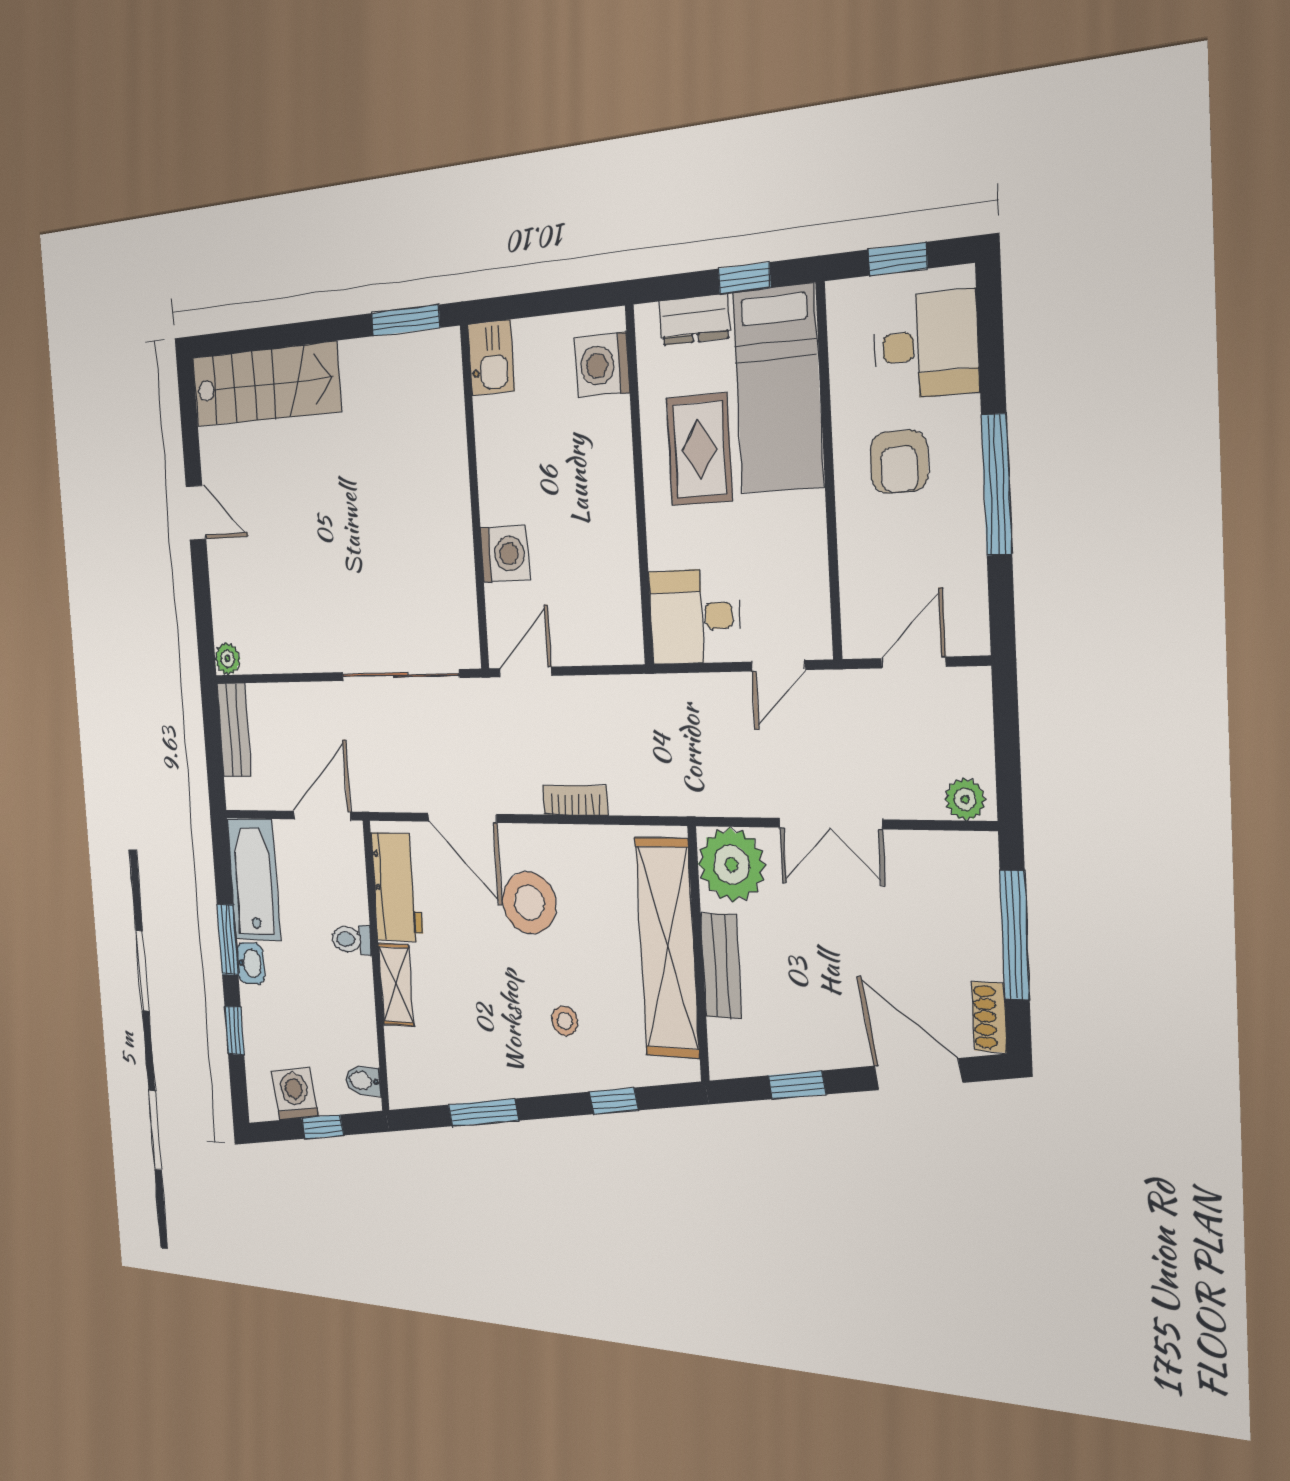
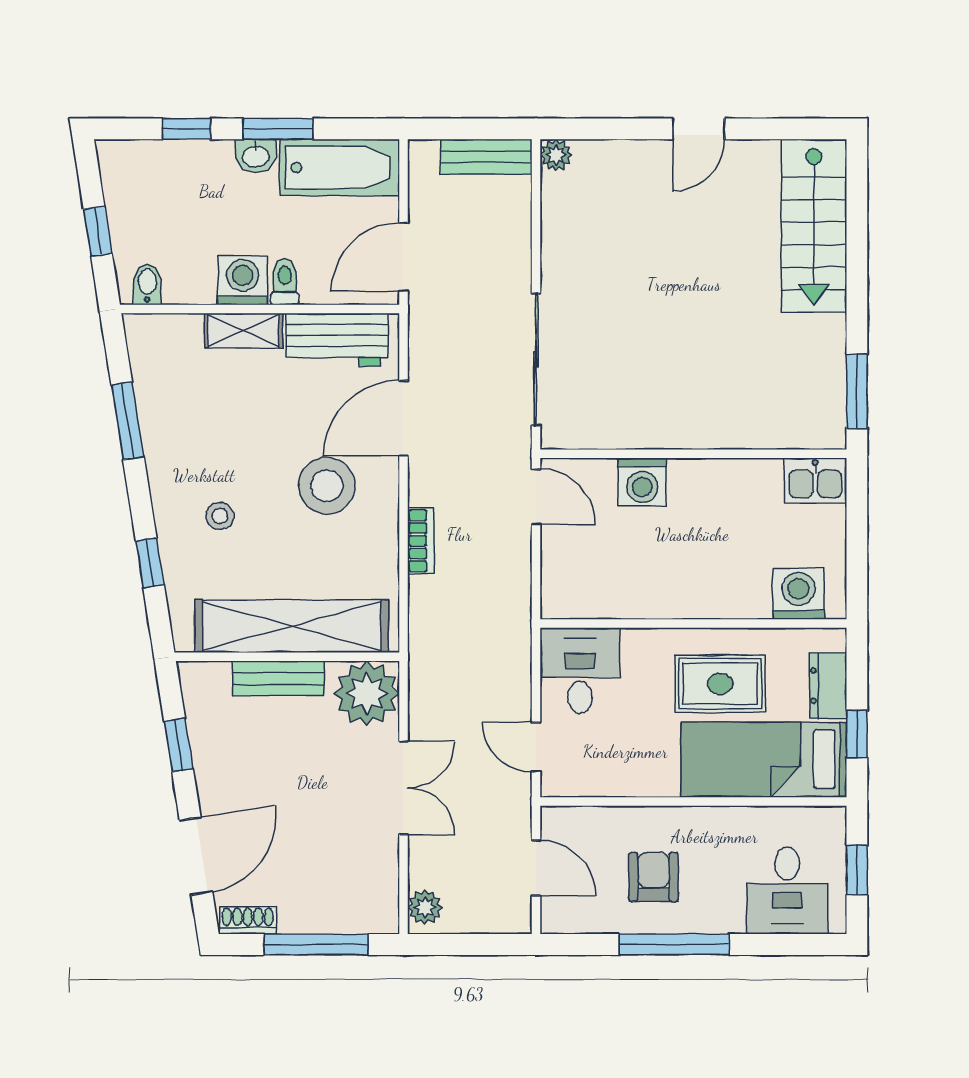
armchair: (899, 462) -> (654, 877), moved, turned 90
door: (322, 816) -> (404, 257), swing flipped
double door: (830, 824) -> (404, 788), swing flipped
washing machine: (295, 1093) -> (242, 280), moved, turned -81

